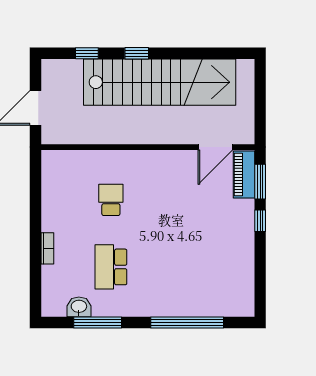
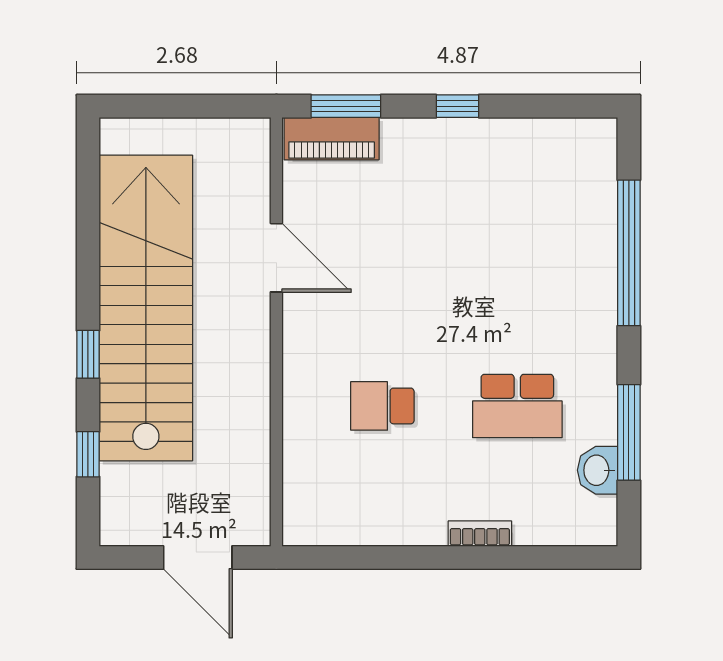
door: (215, 147) -> (276, 258), moved
window: (260, 221) -> (458, 106), moved

